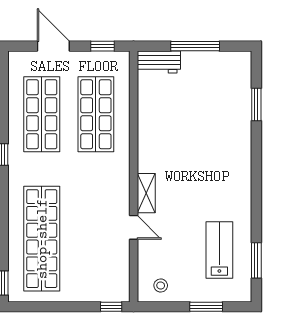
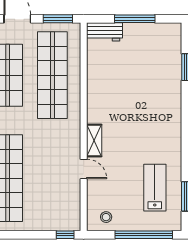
window: (102, 46) -> (58, 19), width x1.50
shop shelf: (96, 114) -> (52, 75), width x1.40
window: (206, 307) -> (144, 235), width x2.11

